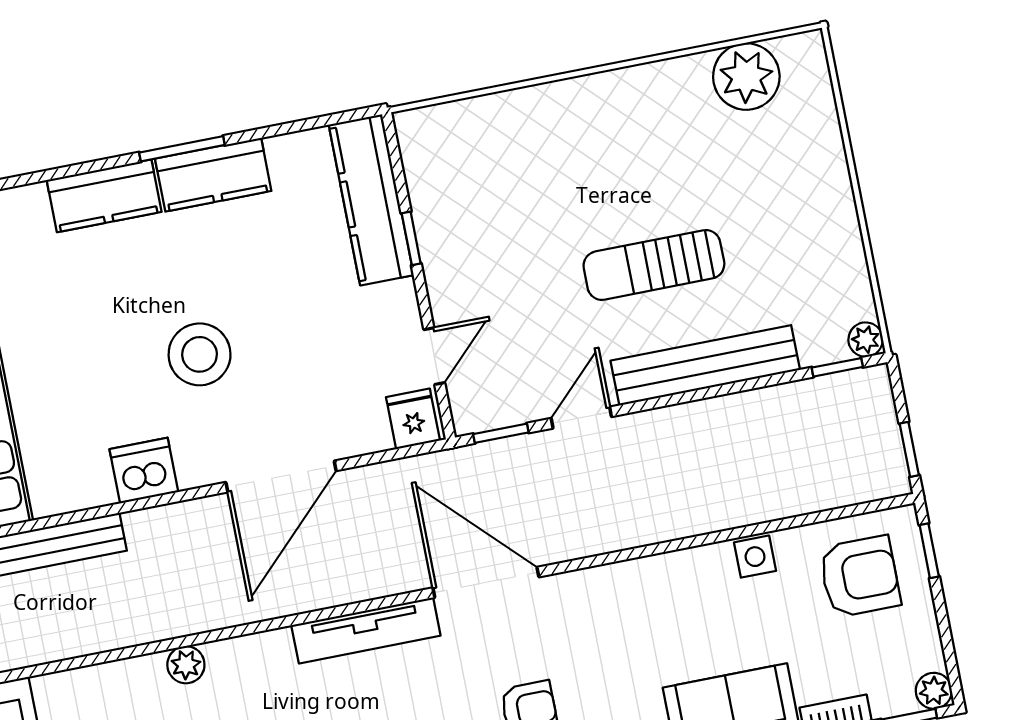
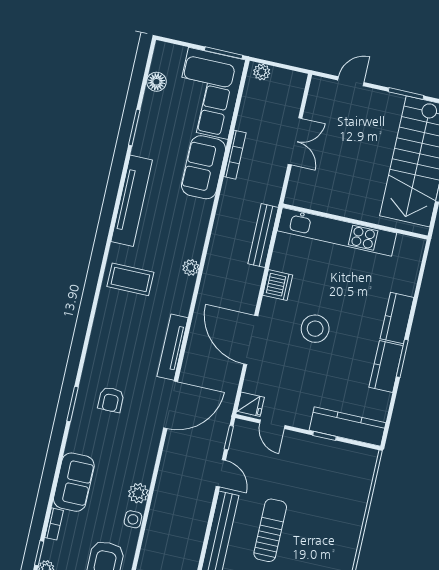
plant: (697, 569) -> (138, 493), added

